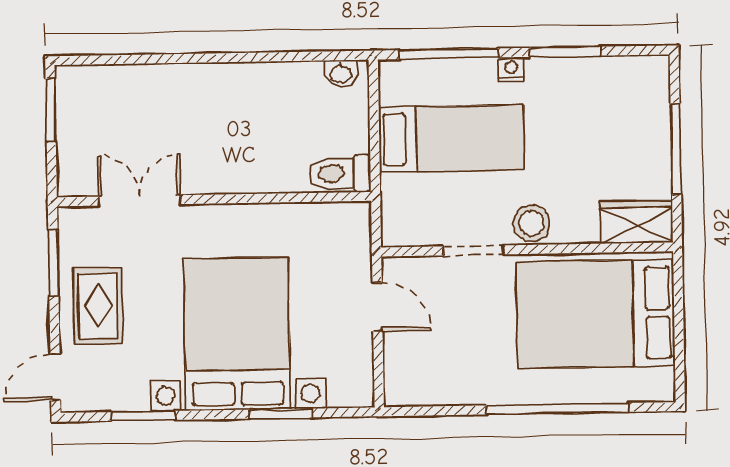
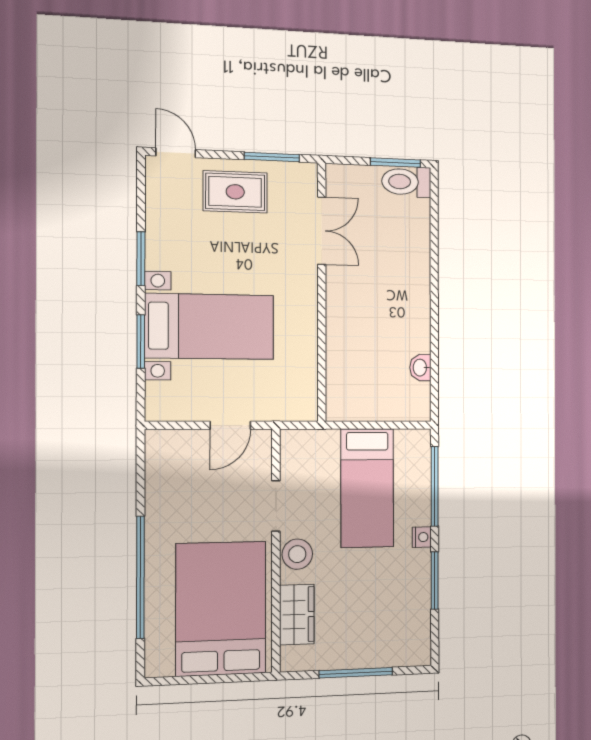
washbasin: (341, 73) -> (420, 368), moved
toilet: (340, 174) -> (406, 182), moved, turned -90
wardrobe: (637, 222) -> (297, 615), moved
bed with nightstands: (237, 334) -> (210, 326), width x0.73
window: (143, 416) -> (141, 259), moved

